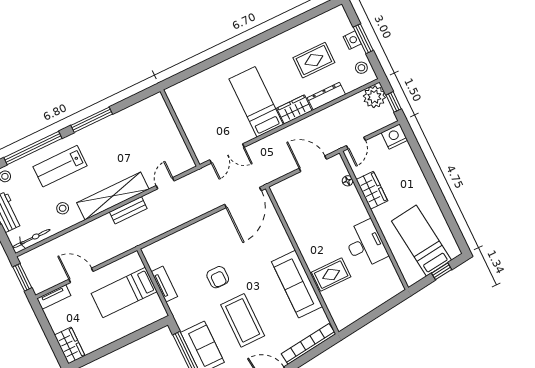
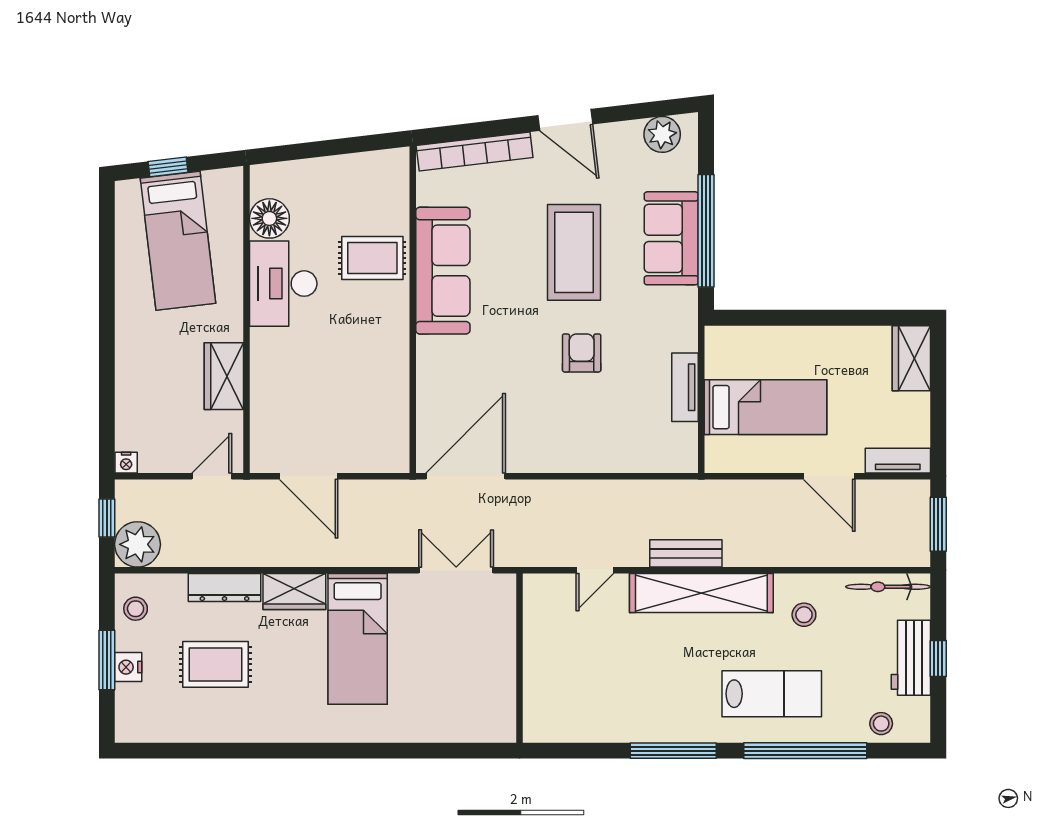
nightstand: (394, 137) -> (126, 463), width x0.53, depth x0.56
floor lamp: (348, 181) -> (269, 218), moved, width x1.89, depth x1.89

